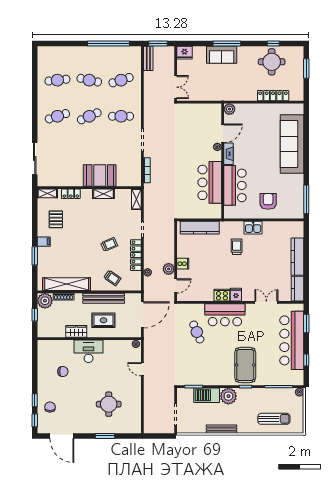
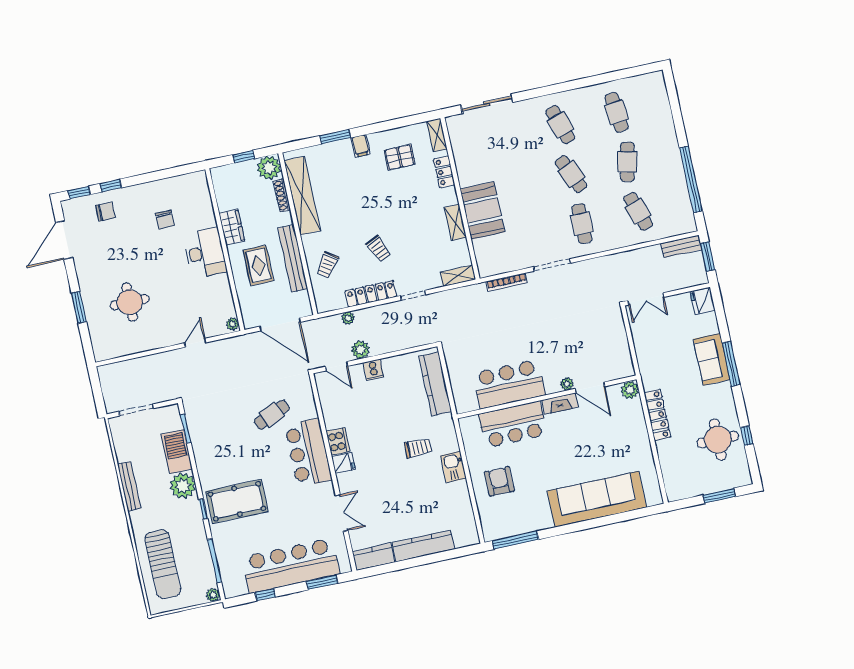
locker: (273, 96) -> (657, 415), moved
armchair: (268, 201) -> (499, 481), turned -90
sun lounger: (274, 419) -> (163, 564), width x1.36, depth x1.34

